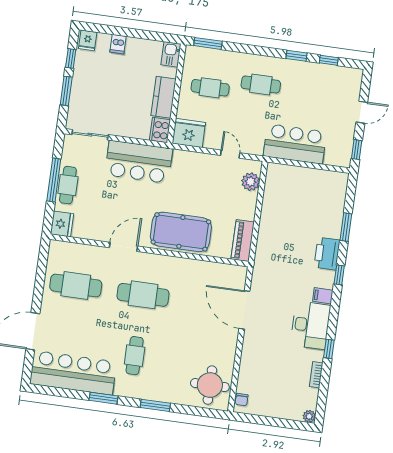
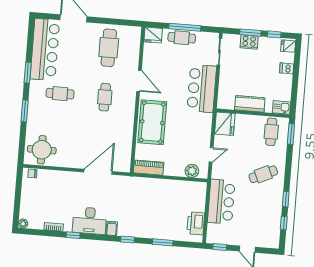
cafe table: (261, 84) -> (263, 174), turned 66
cafe table: (210, 88) -> (271, 132), moved
cooker: (160, 130) -> (249, 42), moved, turned 180
printer: (327, 254) -> (196, 223), moved, turned -90
cafe table: (143, 295) -> (105, 97), width x0.73, depth x0.74

